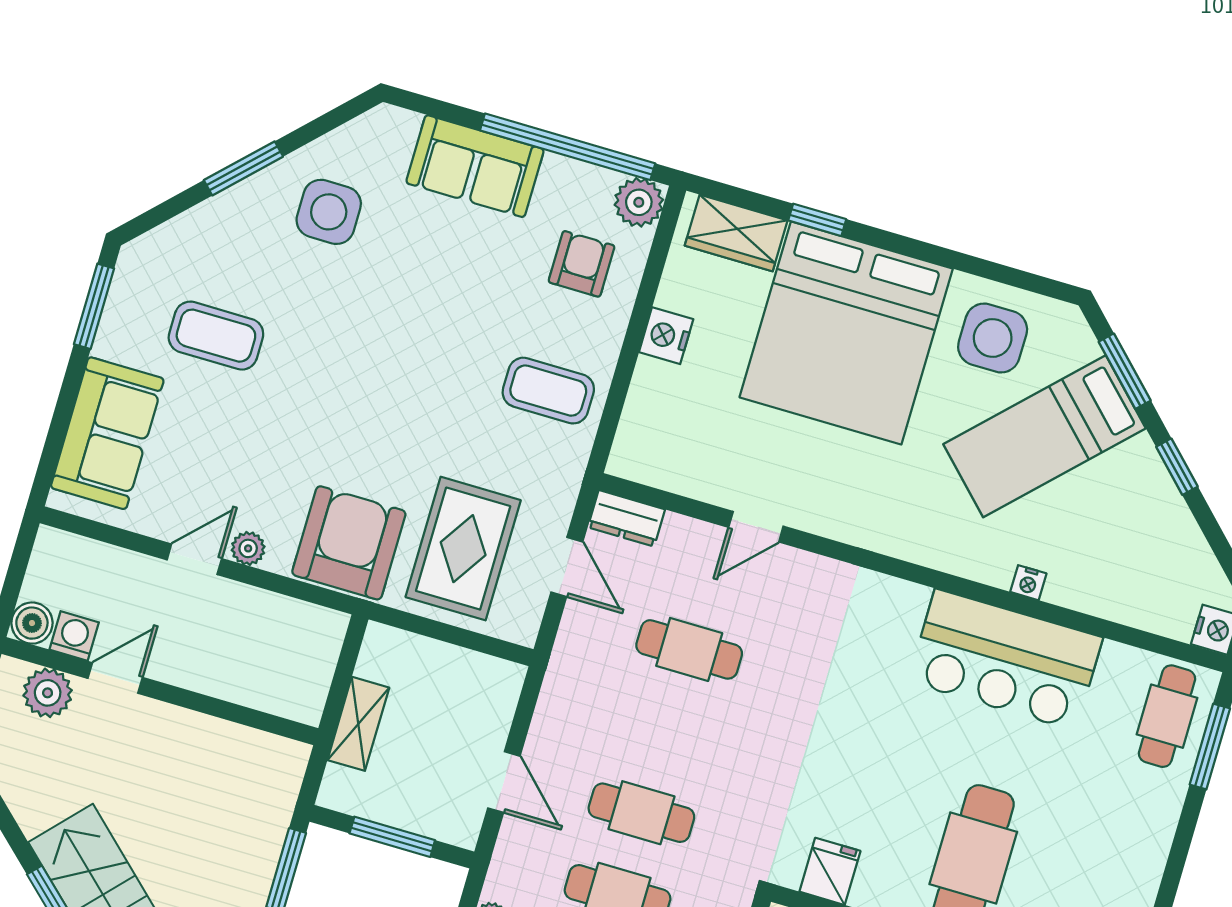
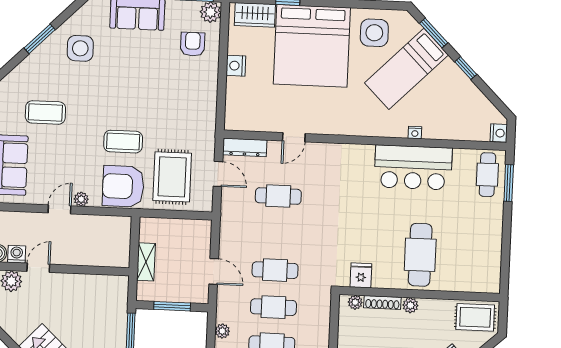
coffee table: (548, 391) -> (123, 142), moved
dresser: (626, 518) -> (245, 147), width x1.44
armchair: (349, 543) -> (123, 186), turned -90

